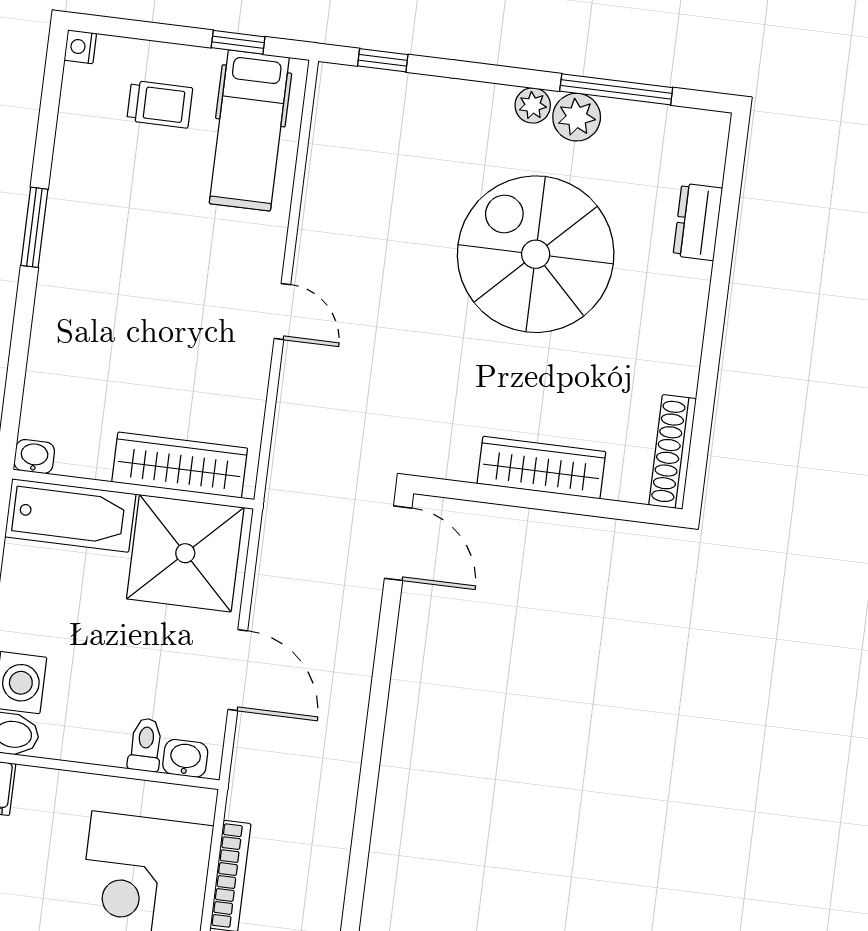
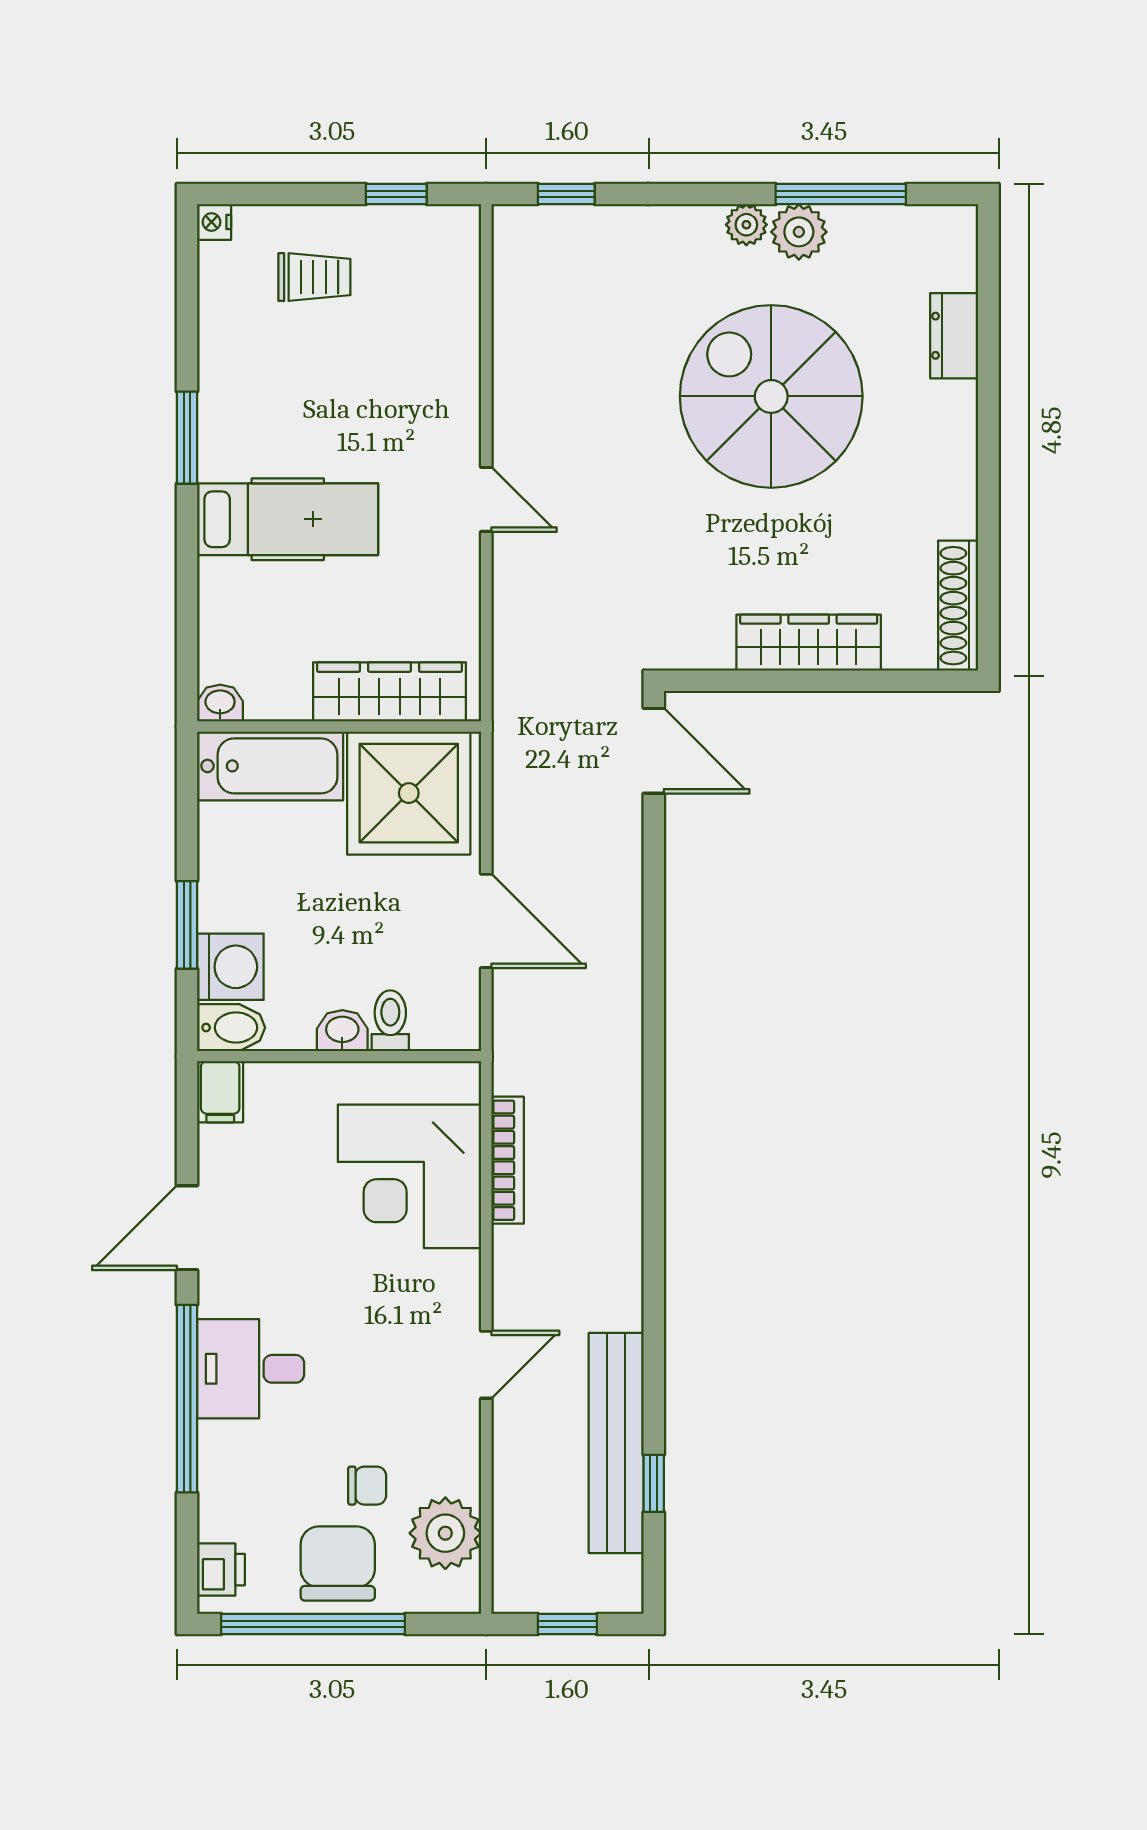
hospital bed: (249, 130) -> (288, 519), moved, turned -90
washbasin: (185, 758) -> (342, 1031), moved

